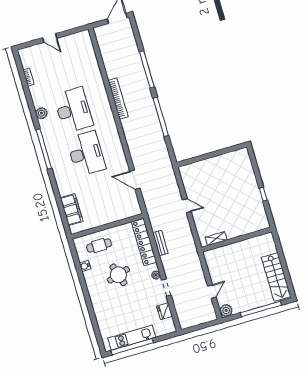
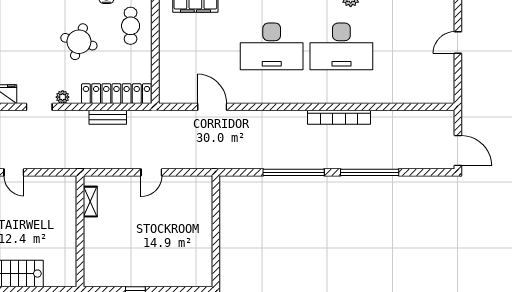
door: (135, 180) -> (212, 107), hinge flipped
round table: (118, 275) -> (79, 42), turned 33

